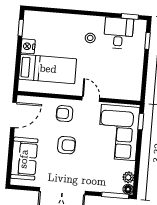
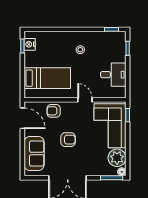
desk: (118, 33) -> (113, 75), moved, turned 90
nightstand: (28, 46) -> (30, 44), moved
armchair: (65, 114) -> (54, 111), moved
door: (14, 115) -> (22, 118), hinge flipped
plant: (128, 177) -> (117, 158), width x1.88, depth x1.88

